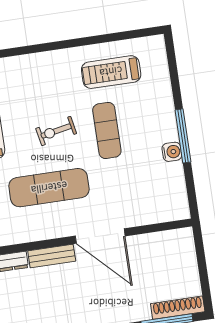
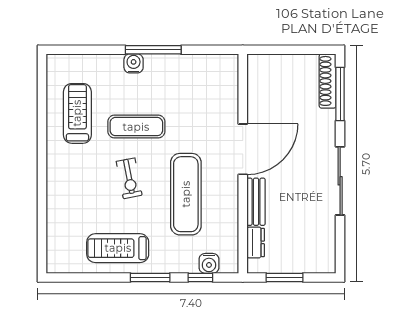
treadmill: (111, 72) -> (77, 113), turned 180
water cooler: (172, 152) -> (134, 63), moved

